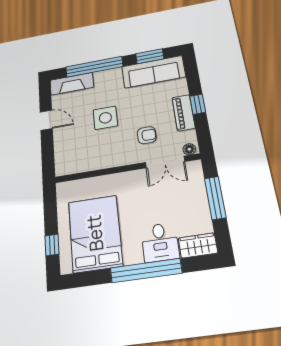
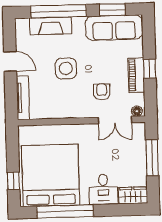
fireplace: (72, 84) -> (51, 26), moved
armchair: (147, 135) -> (102, 92), turned -90
tv unit: (60, 153) -> (23, 98), added
bed: (95, 233) -> (51, 175), width x1.36
window: (146, 271) -> (65, 211), moved

